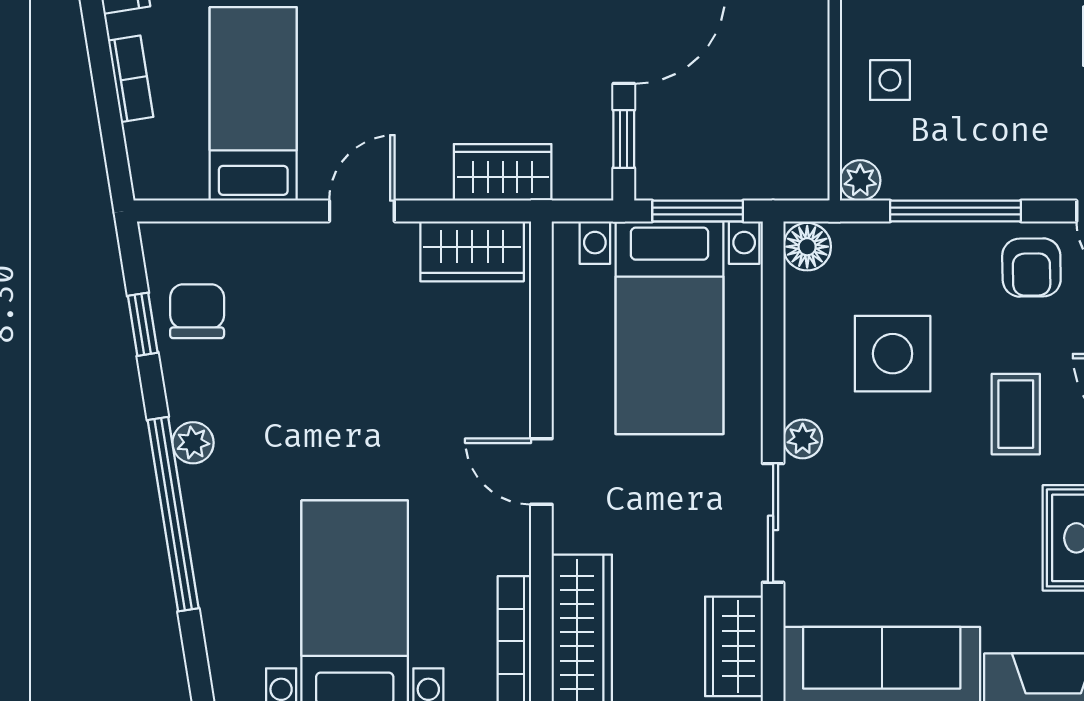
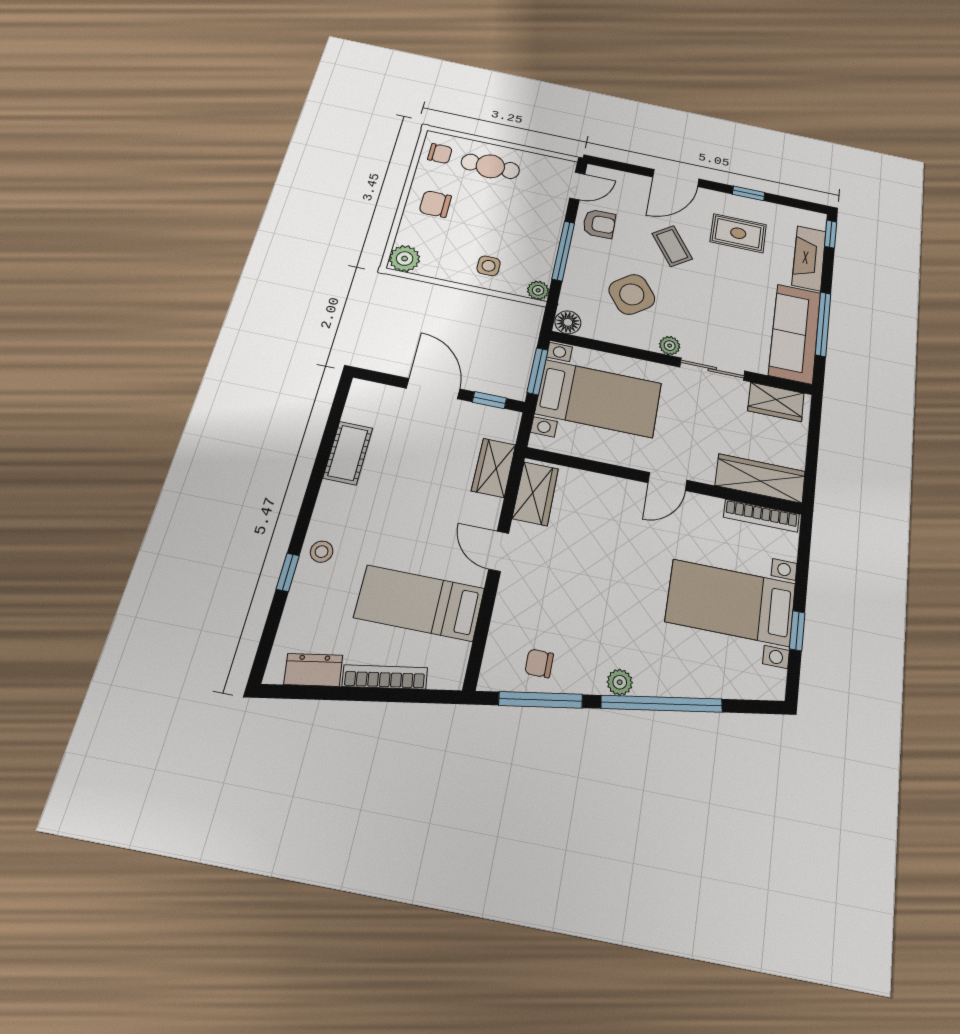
bookcase: (131, 79) -> (385, 677), width x1.56
chair: (197, 311) -> (539, 663), width x0.73, depth x0.73
window: (143, 324) -> (541, 700), width x2.17
side table: (893, 354) -> (632, 294), turned -37
coffee table: (1016, 414) -> (672, 246), turned 55

